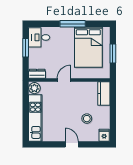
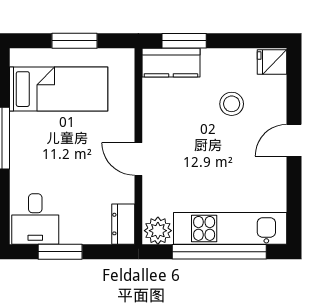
bed: (88, 47) -> (59, 89), width x0.67
window: (113, 99) -> (184, 41), added
window: (26, 113) -> (219, 252), added

